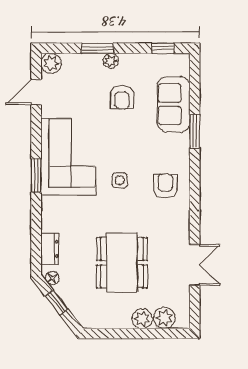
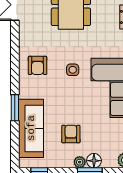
floor lamp: (92, 63) -> (94, 161), added
sofa: (174, 104) -> (31, 128), width x1.36

